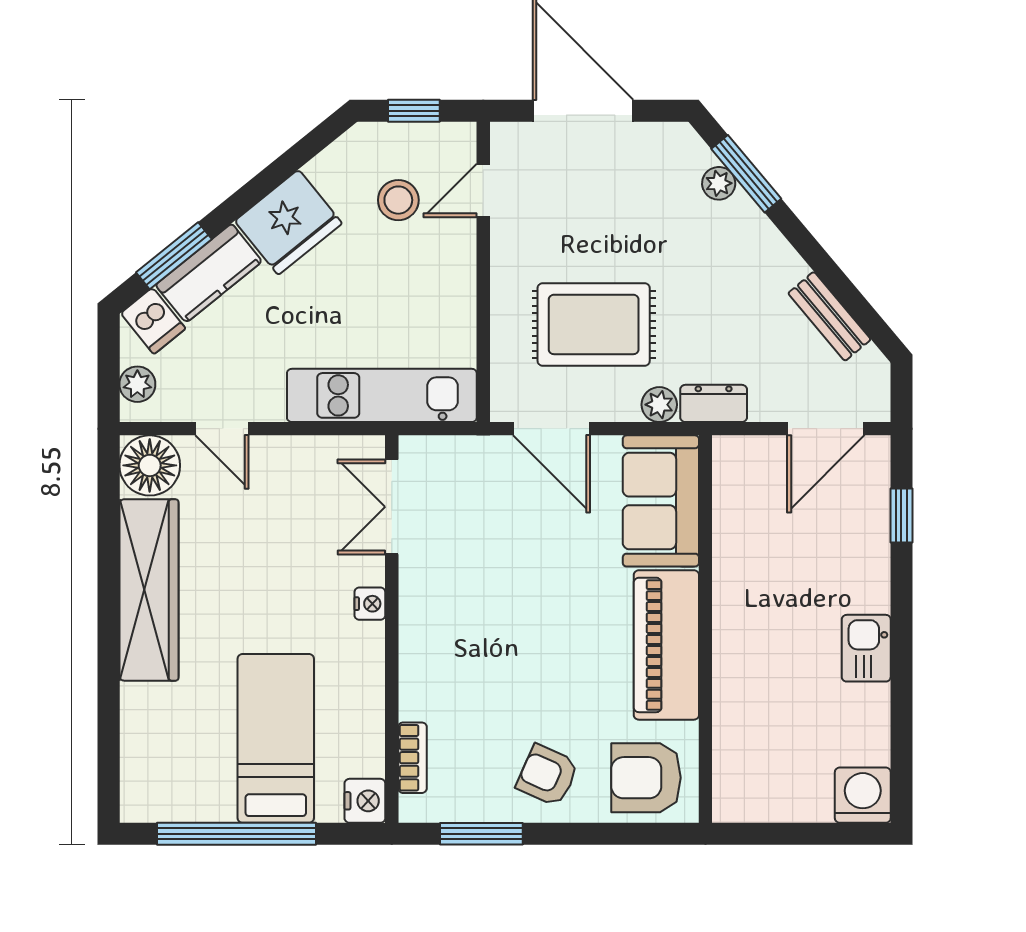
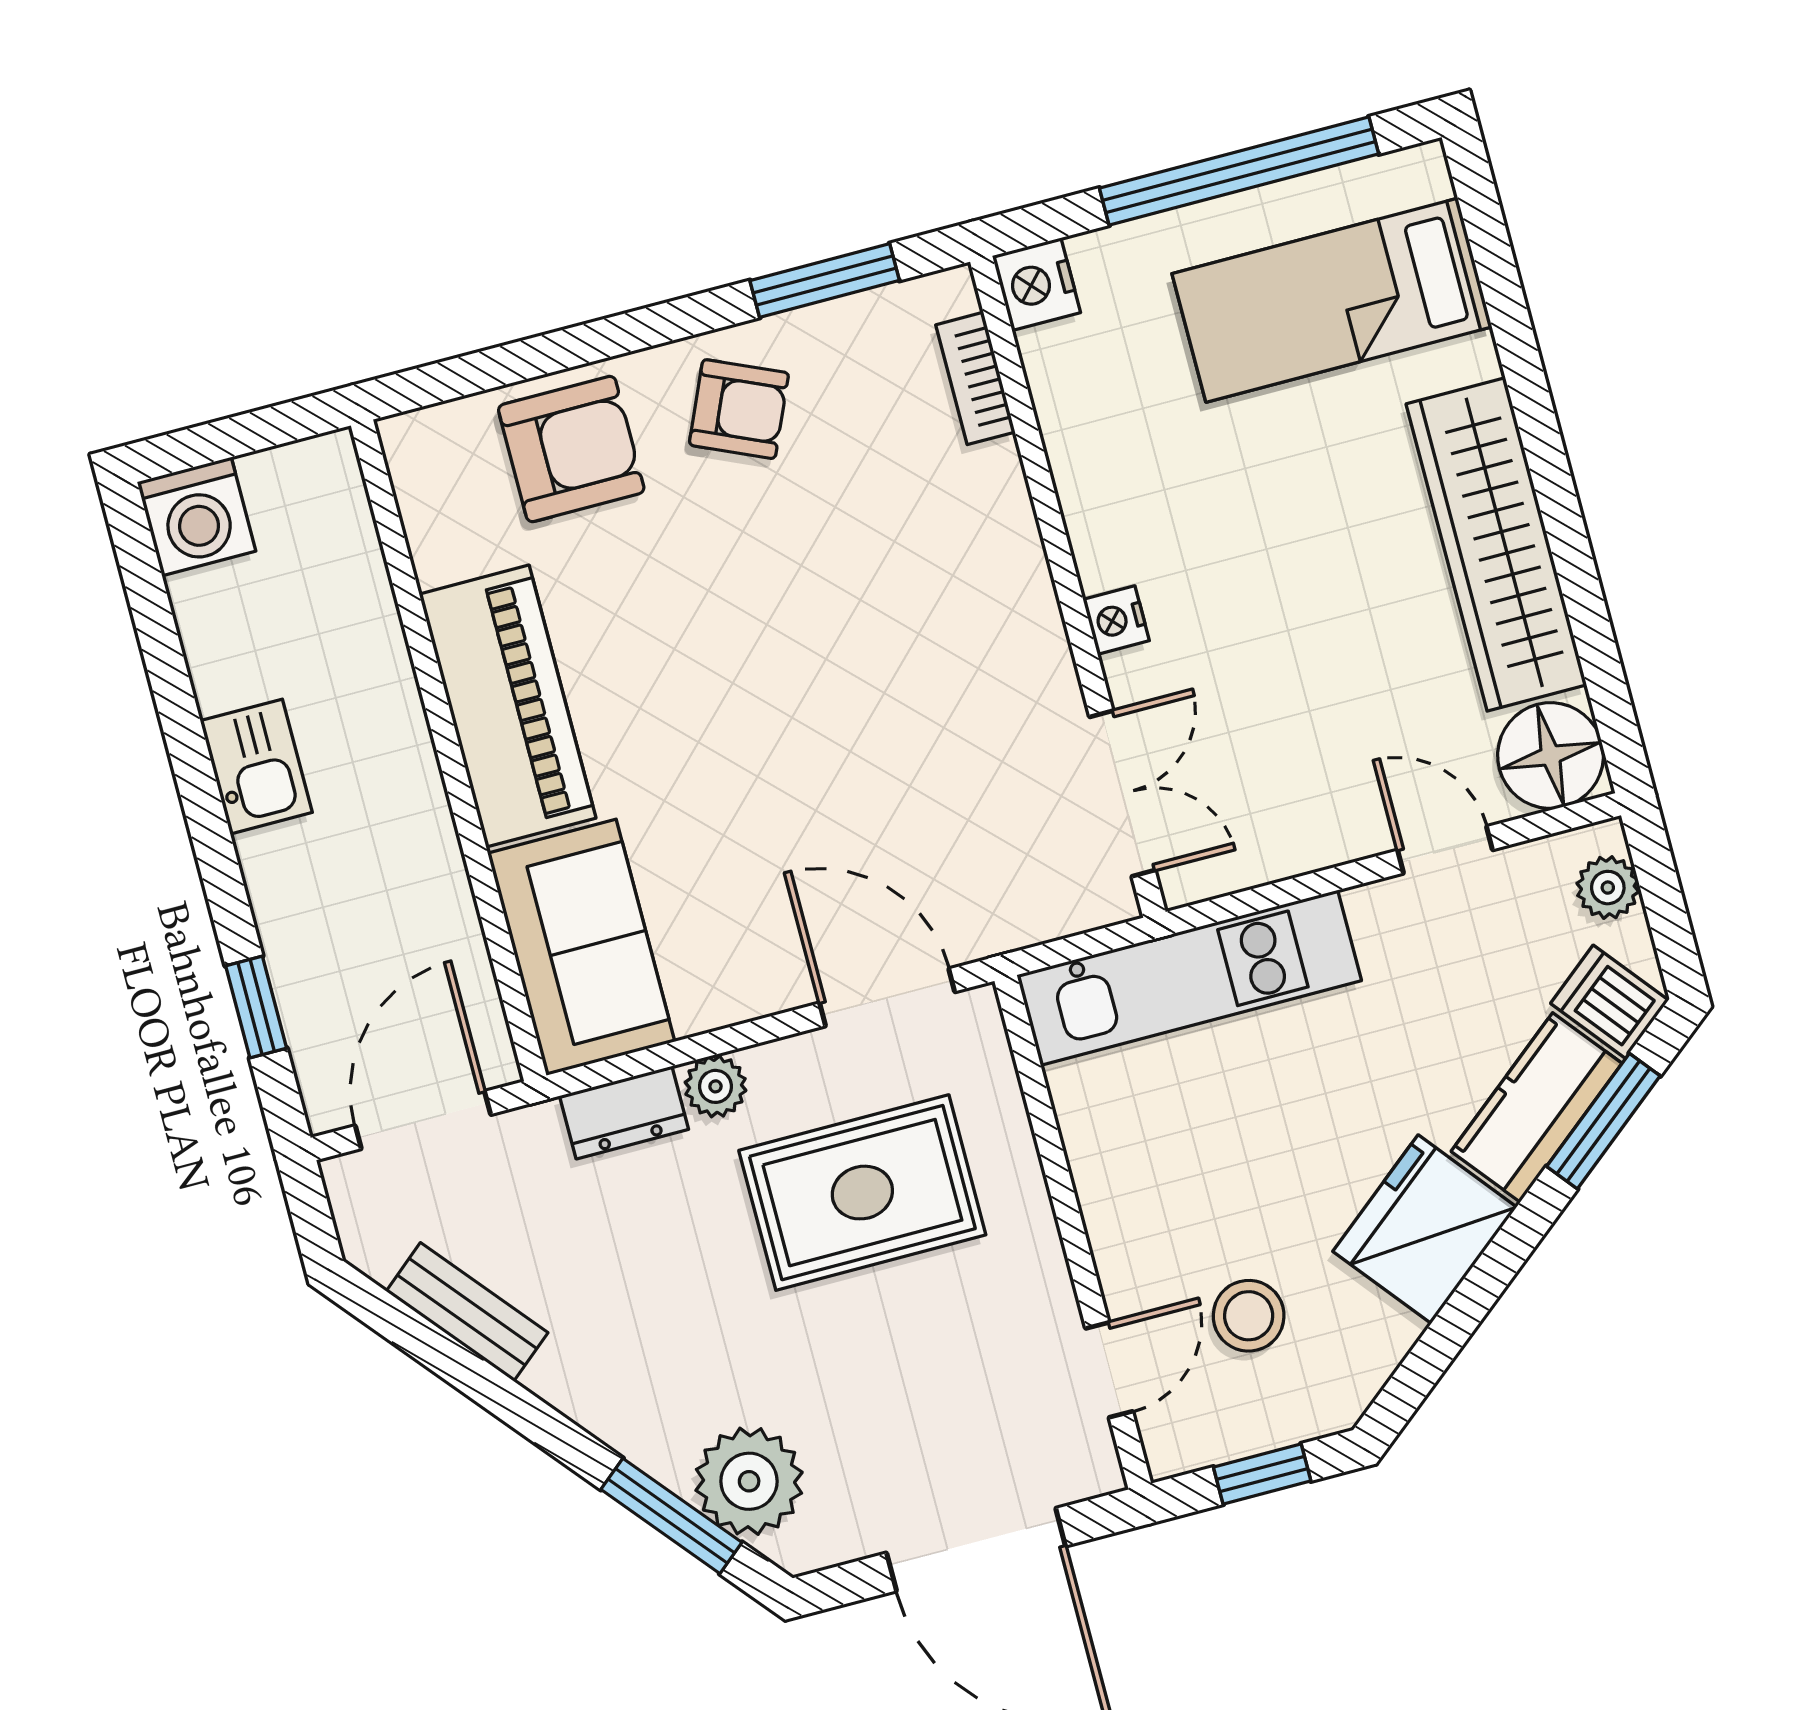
plant: (719, 183) -> (749, 1481), width x1.87, depth x1.87
sofa: (661, 501) -> (581, 947), moved
wall: (705, 629) -> (449, 750), moved
piano: (666, 645) -> (508, 706), moved
bed: (276, 738) -> (1332, 300), moved, turned 90

